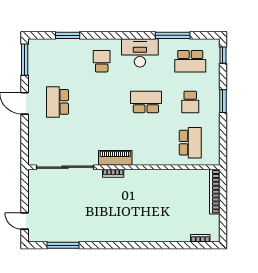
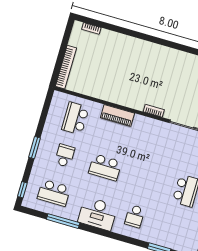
school desk: (190, 61) -> (54, 193), turned 180
piano: (115, 158) -> (117, 116), moved

